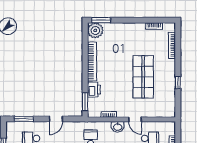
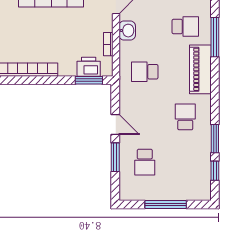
printer: (94, 90) -> (89, 67), moved
window: (24, 119) -> (115, 157), moved

